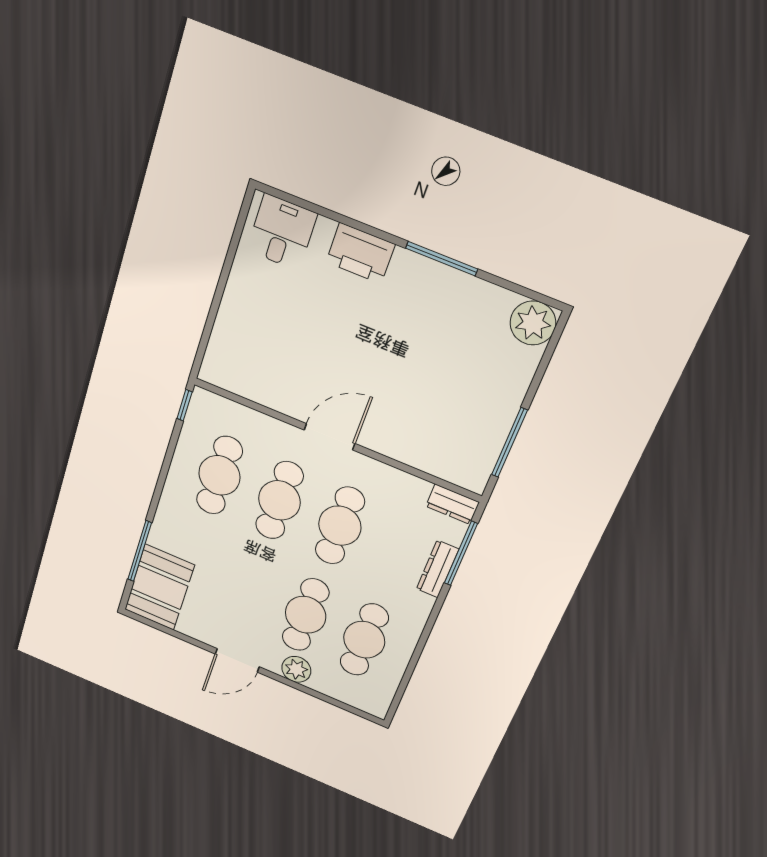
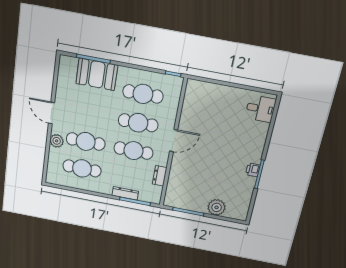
printer: (360, 253) -> (253, 170), moved, width x0.53, depth x0.68
plant: (533, 323) -> (217, 207), moved
door: (329, 437) -> (174, 141), hinge flipped
dresser: (452, 504) -> (160, 176), moved
booth: (159, 587) -> (97, 74), moved

